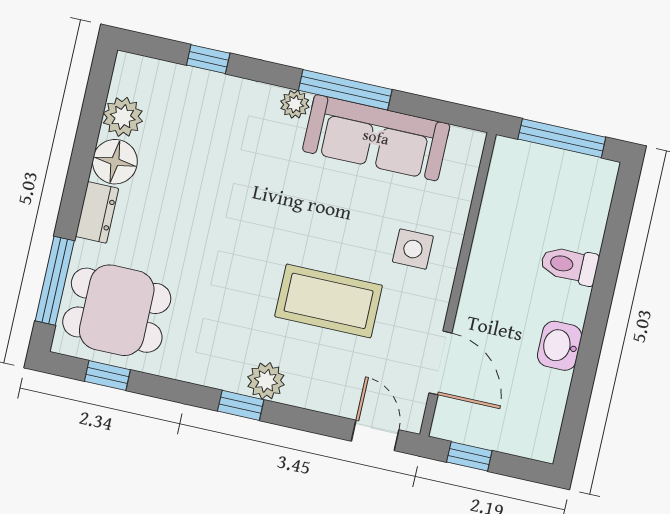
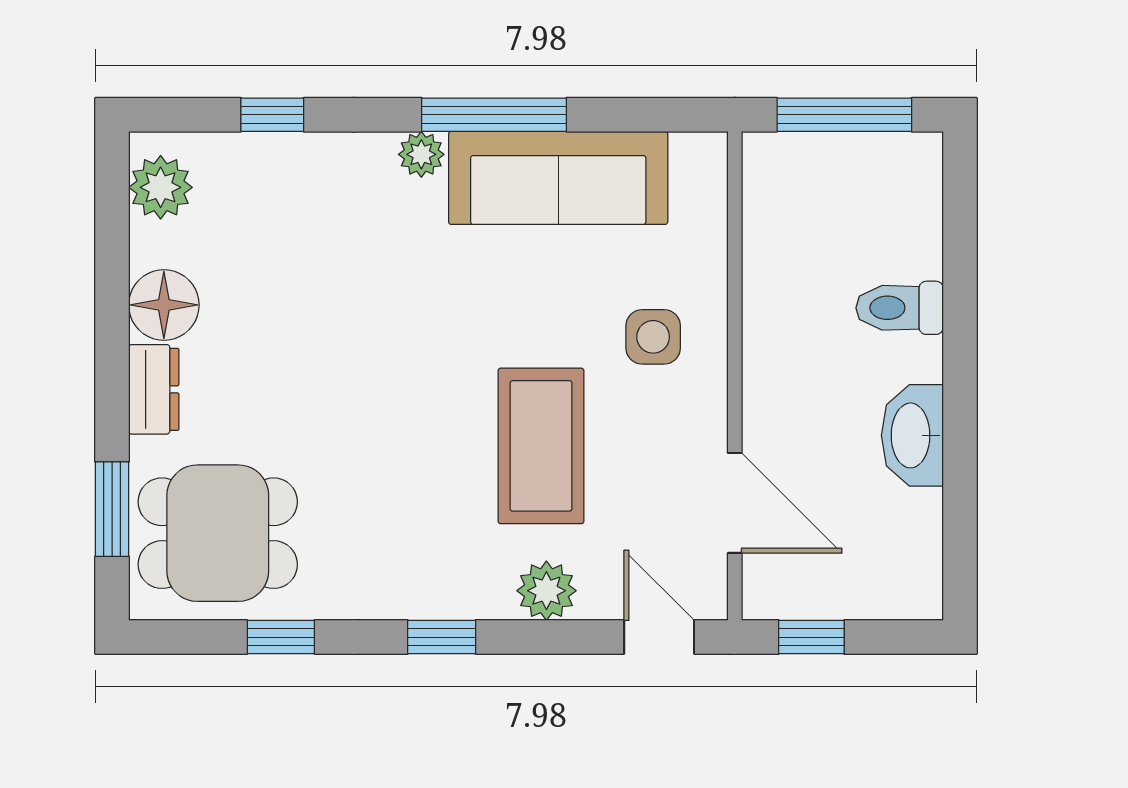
plant: (123, 117) -> (161, 187), moved
window: (55, 281) -> (112, 509), width x0.69
coffee table: (329, 301) -> (541, 446), turned 90
washbasin: (560, 346) -> (912, 435), width x1.38
window: (107, 376) -> (281, 637), moved
plant: (266, 381) -> (546, 591), moved

